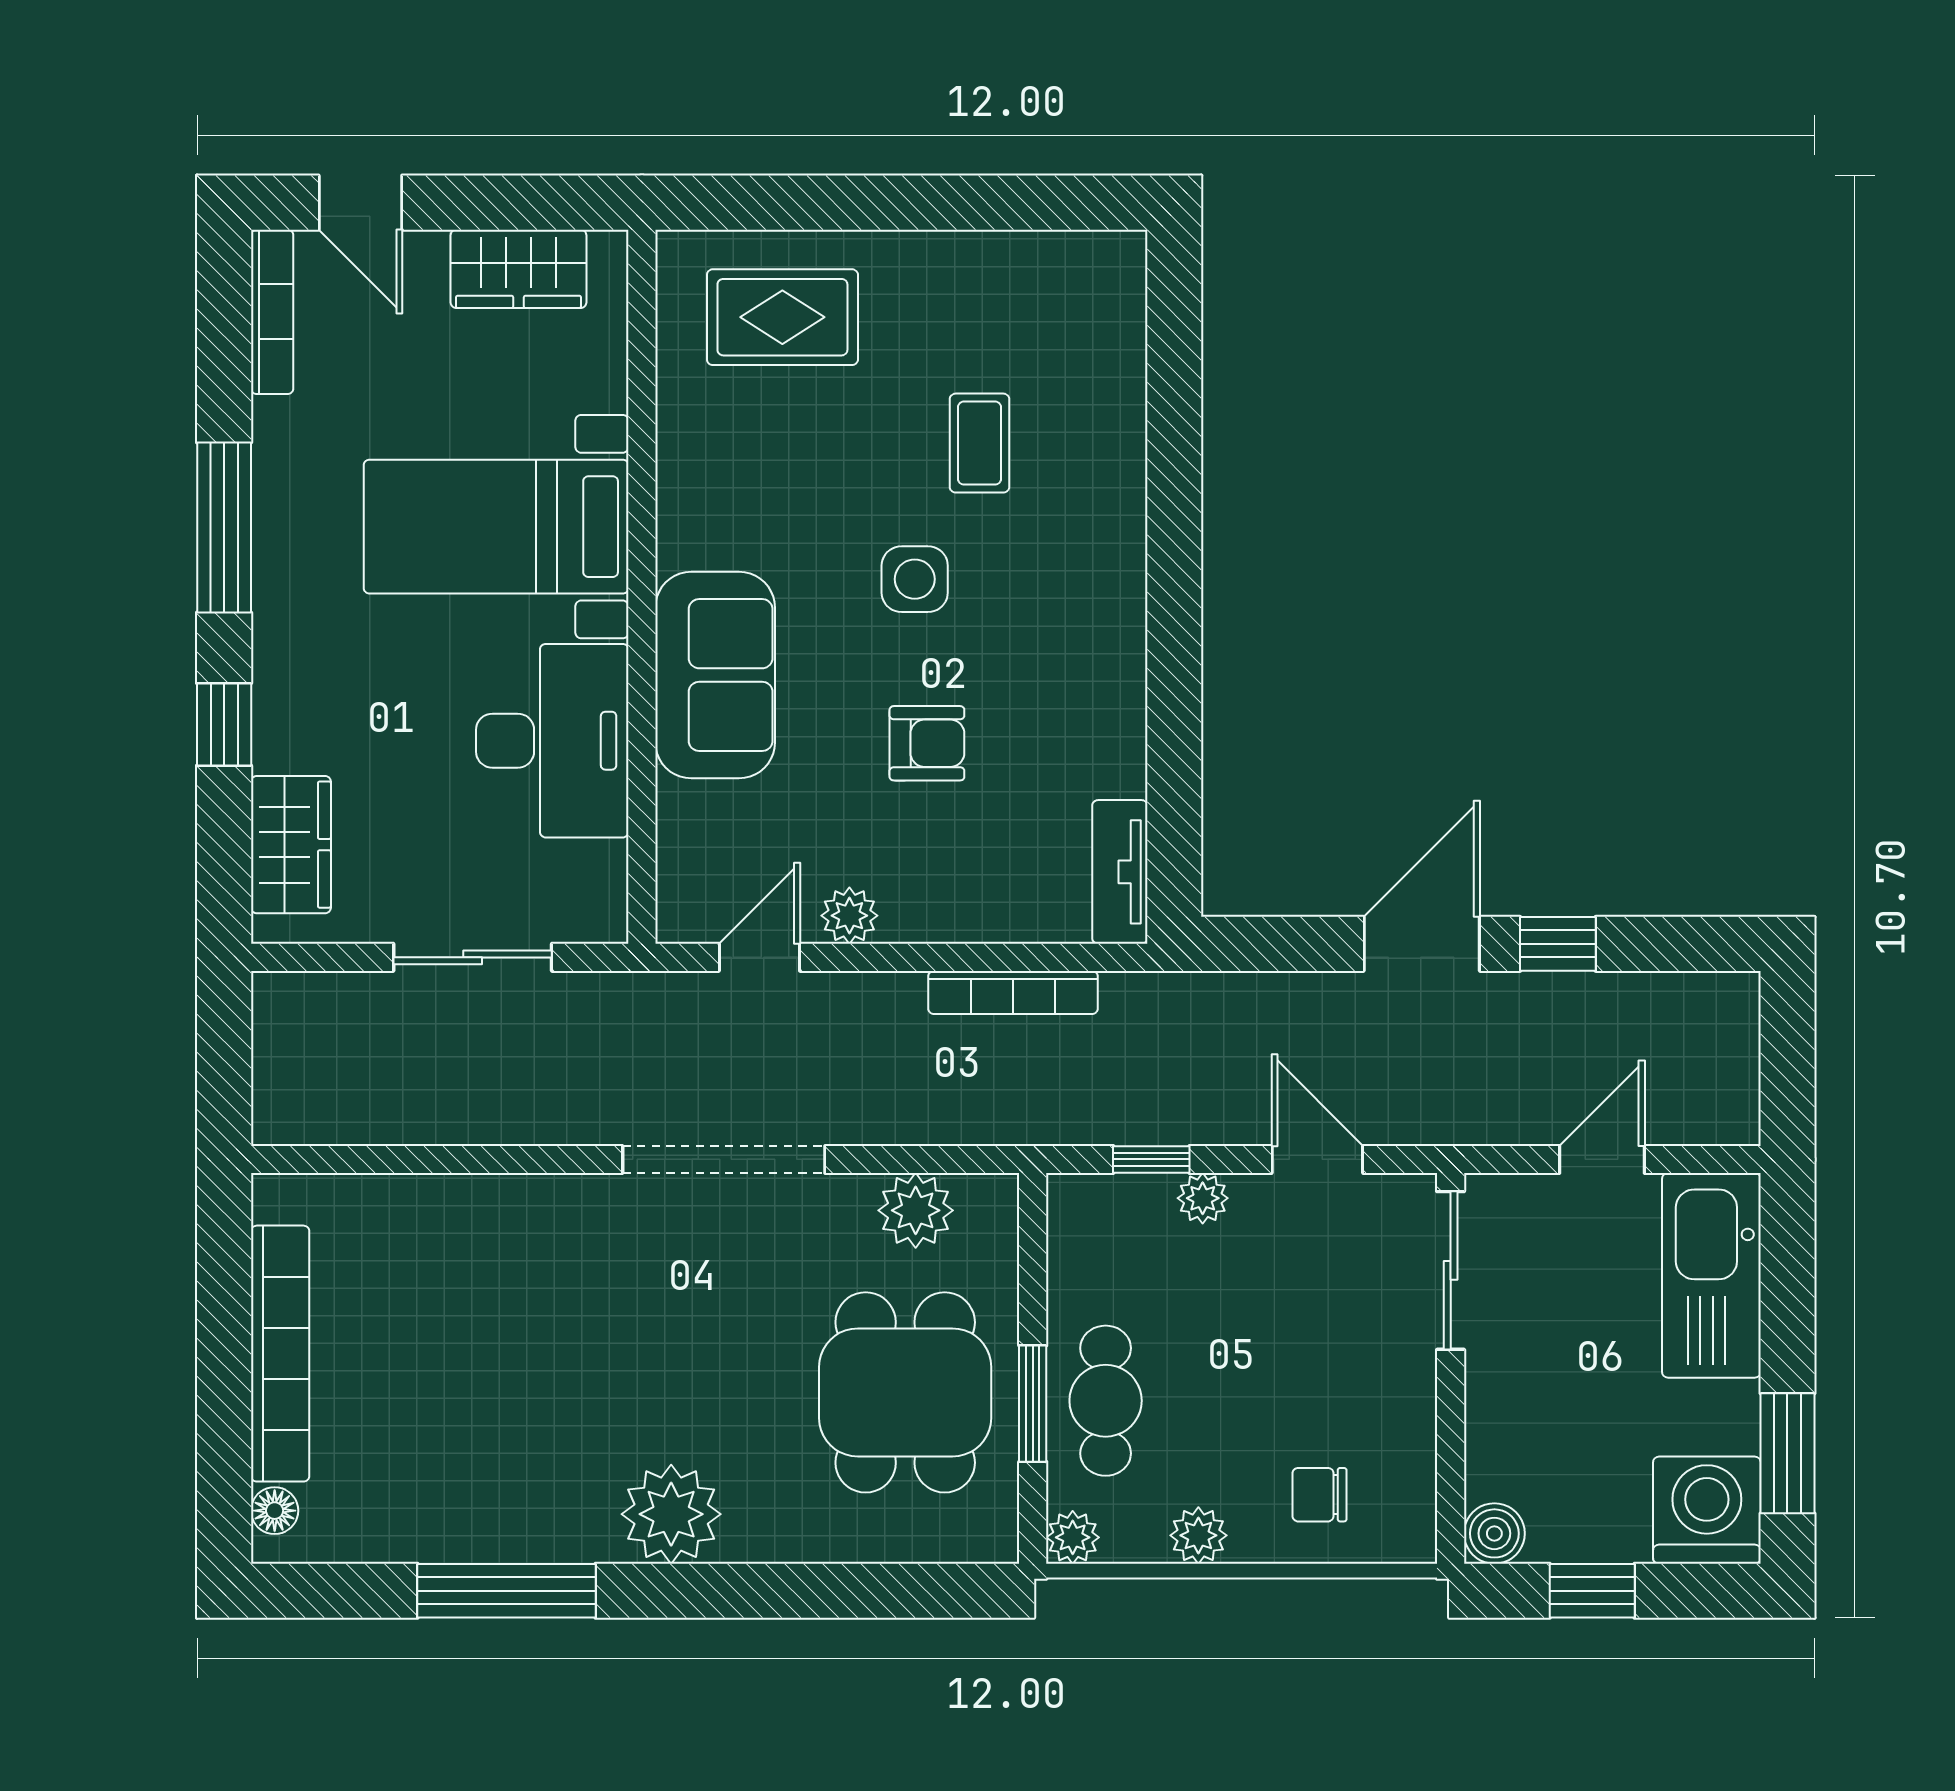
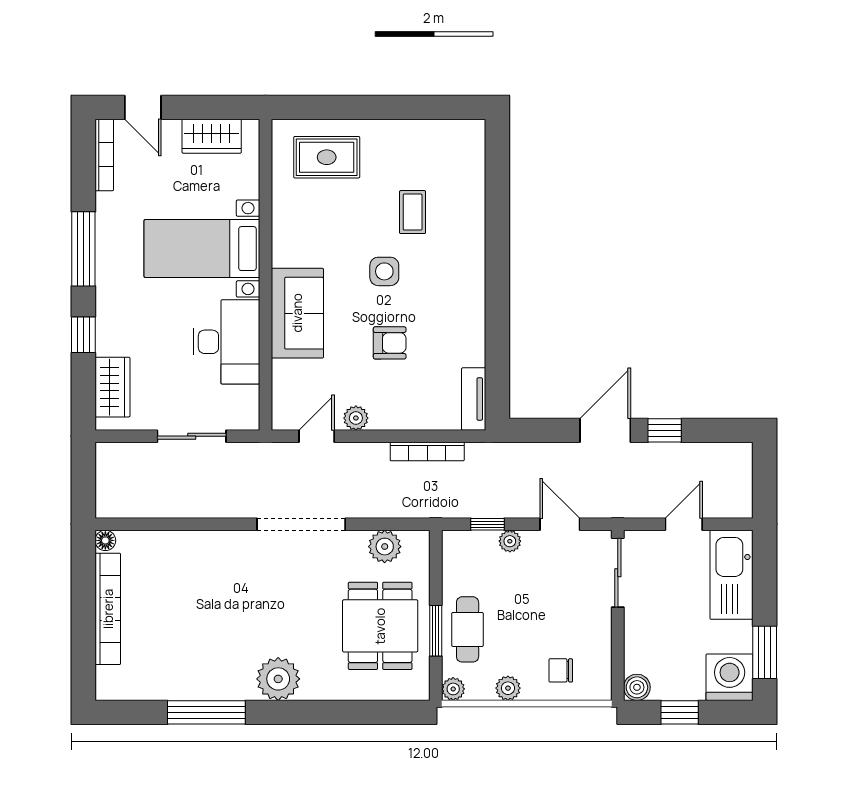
floor lamp: (275, 1511) -> (105, 540), moved

